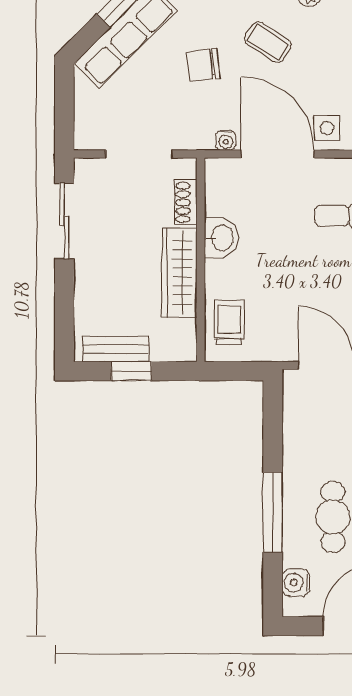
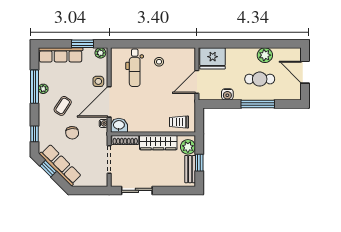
shoe rack: (186, 203) -> (125, 140), width x1.43
washbasin: (221, 238) -> (119, 125), moved
plant: (169, 344) -> (188, 147), added
water cooler: (296, 583) -> (227, 94), moved

